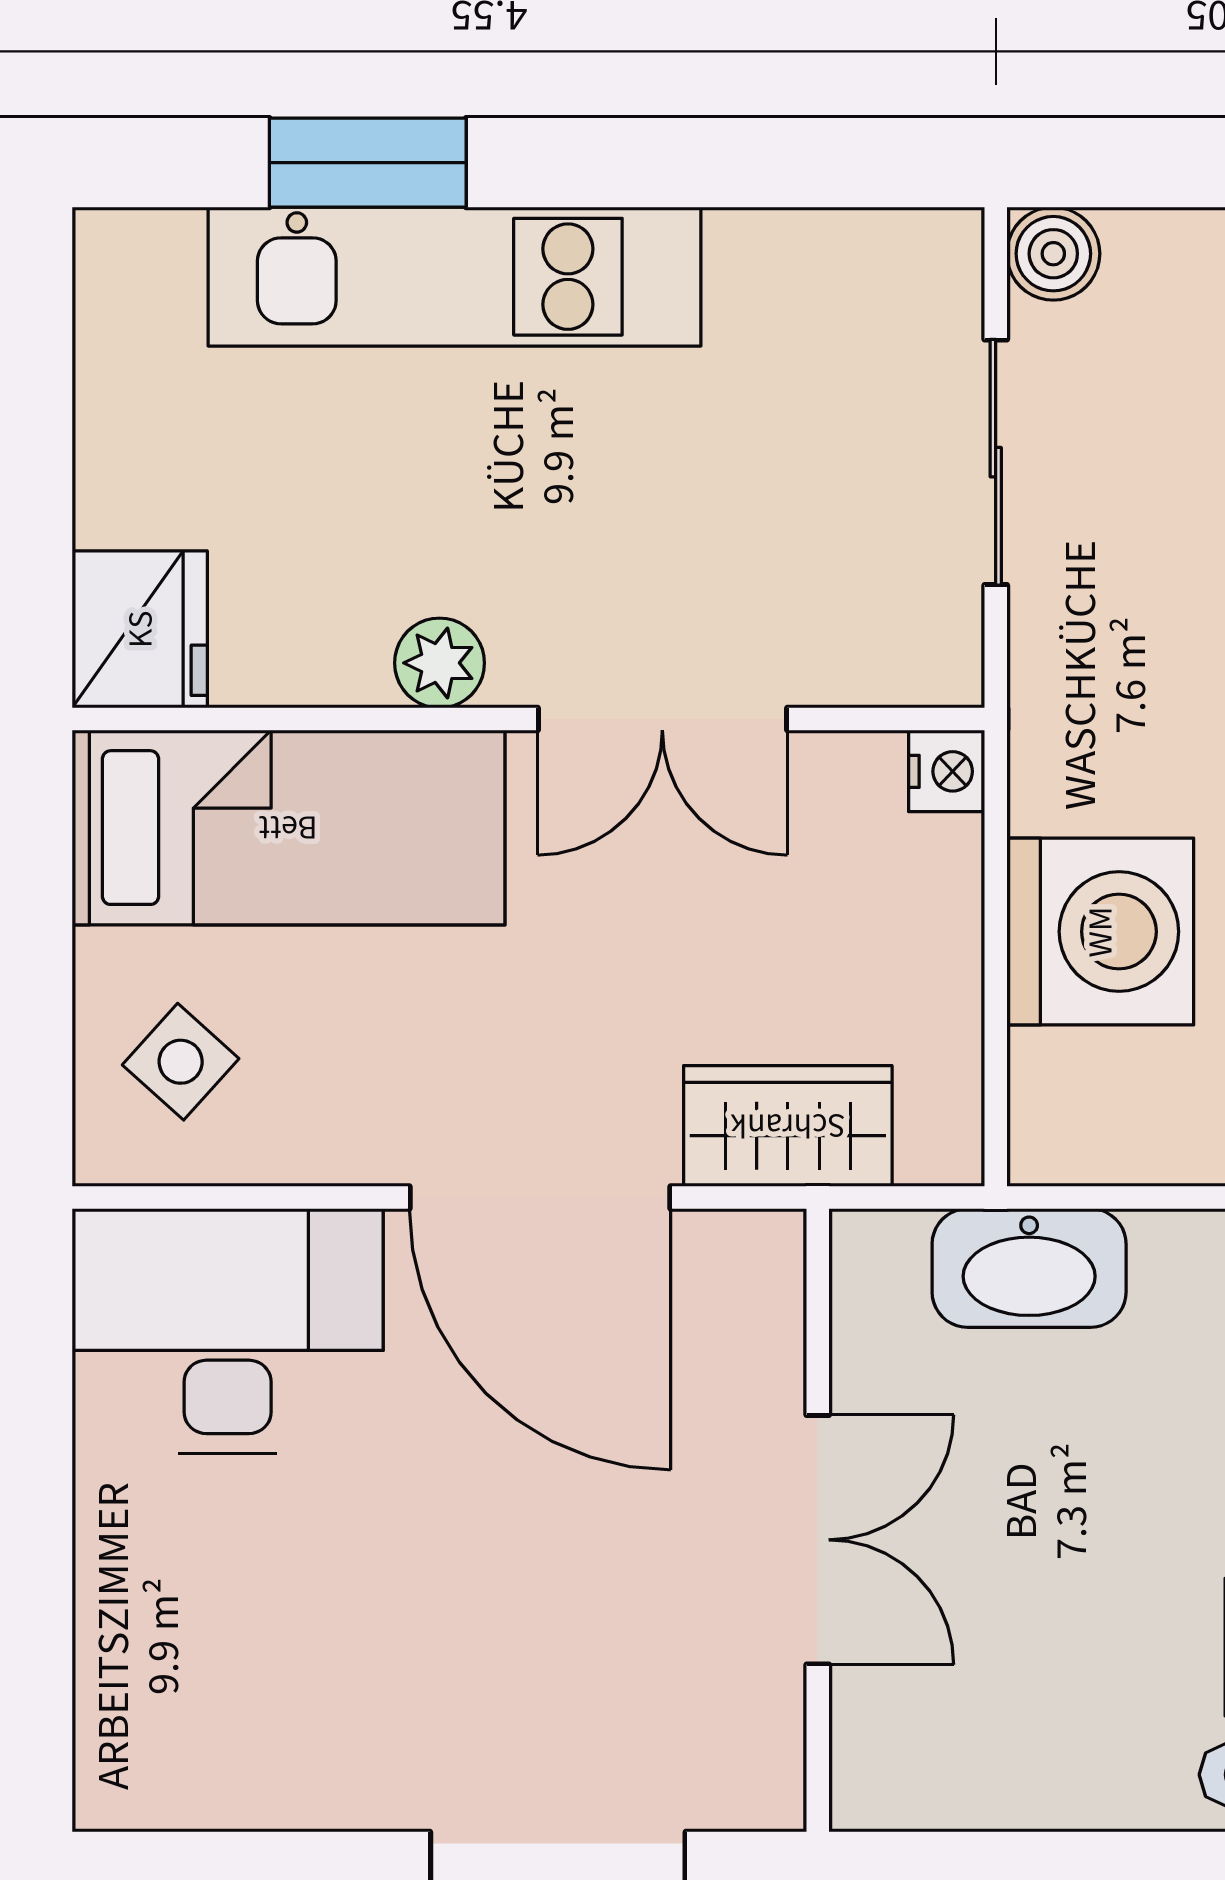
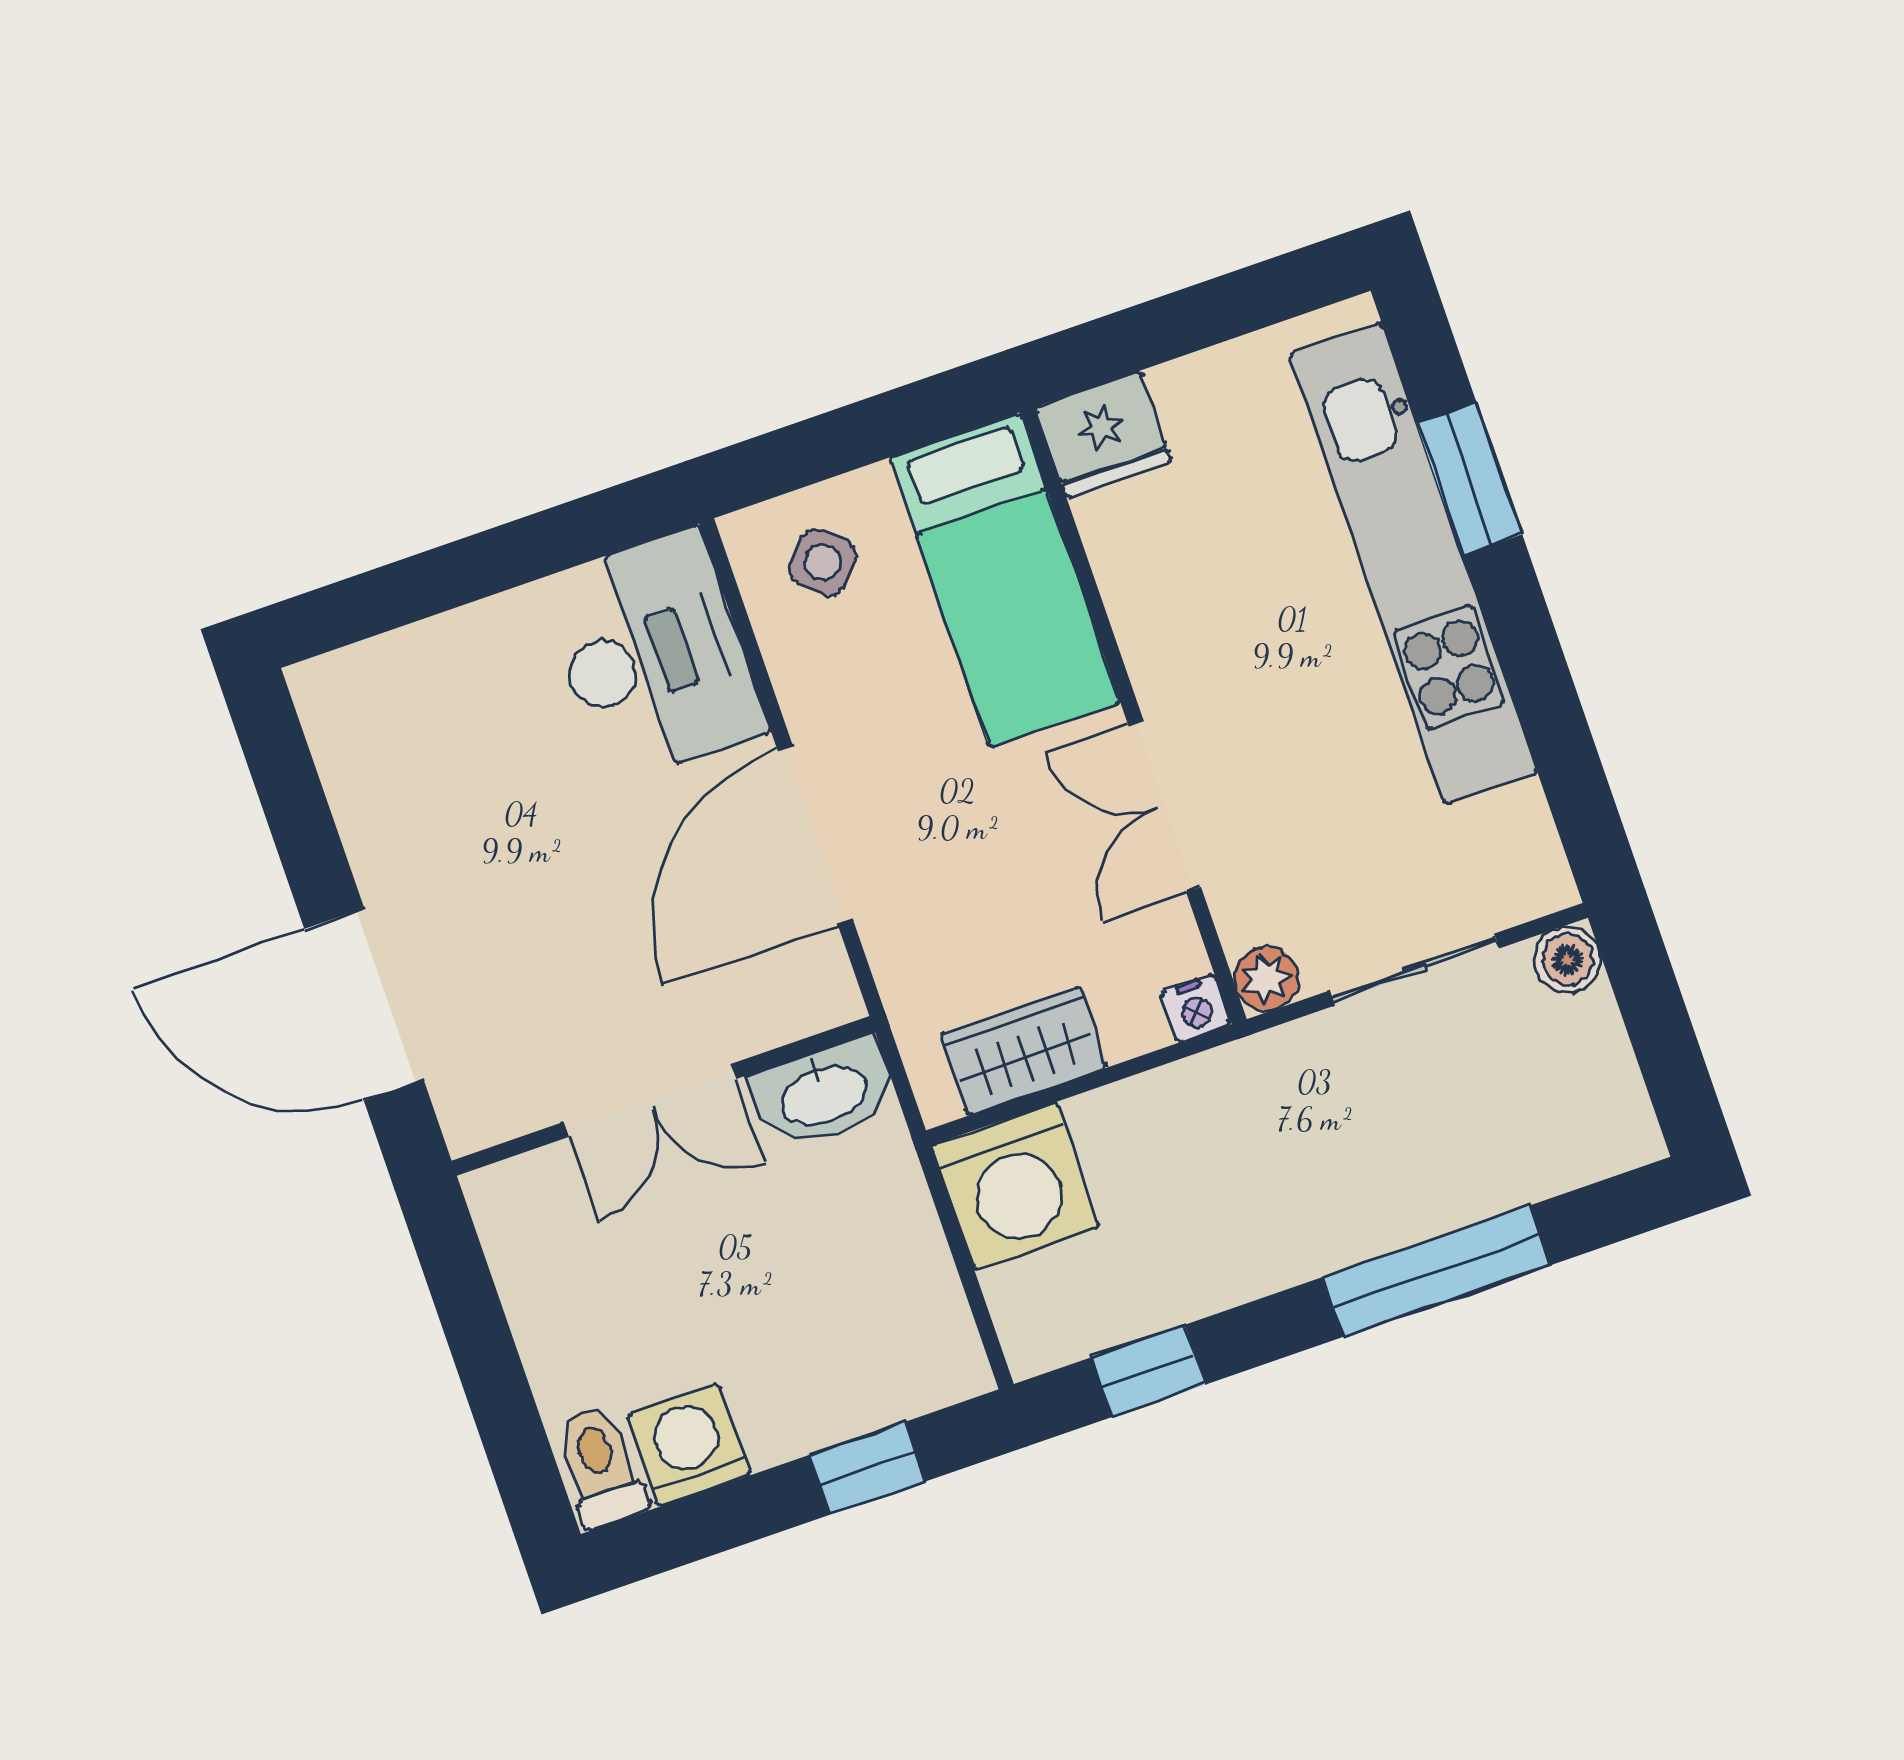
kitchen unit: (455, 277) -> (1413, 563), width x1.36
plant: (440, 663) -> (1267, 979), moved
washing machine: (1100, 932) -> (1015, 1186), moved
wardrobe: (788, 1126) -> (1024, 1051), moved, turned -90
washbasin: (1029, 1268) -> (823, 1093), moved, turned -90

